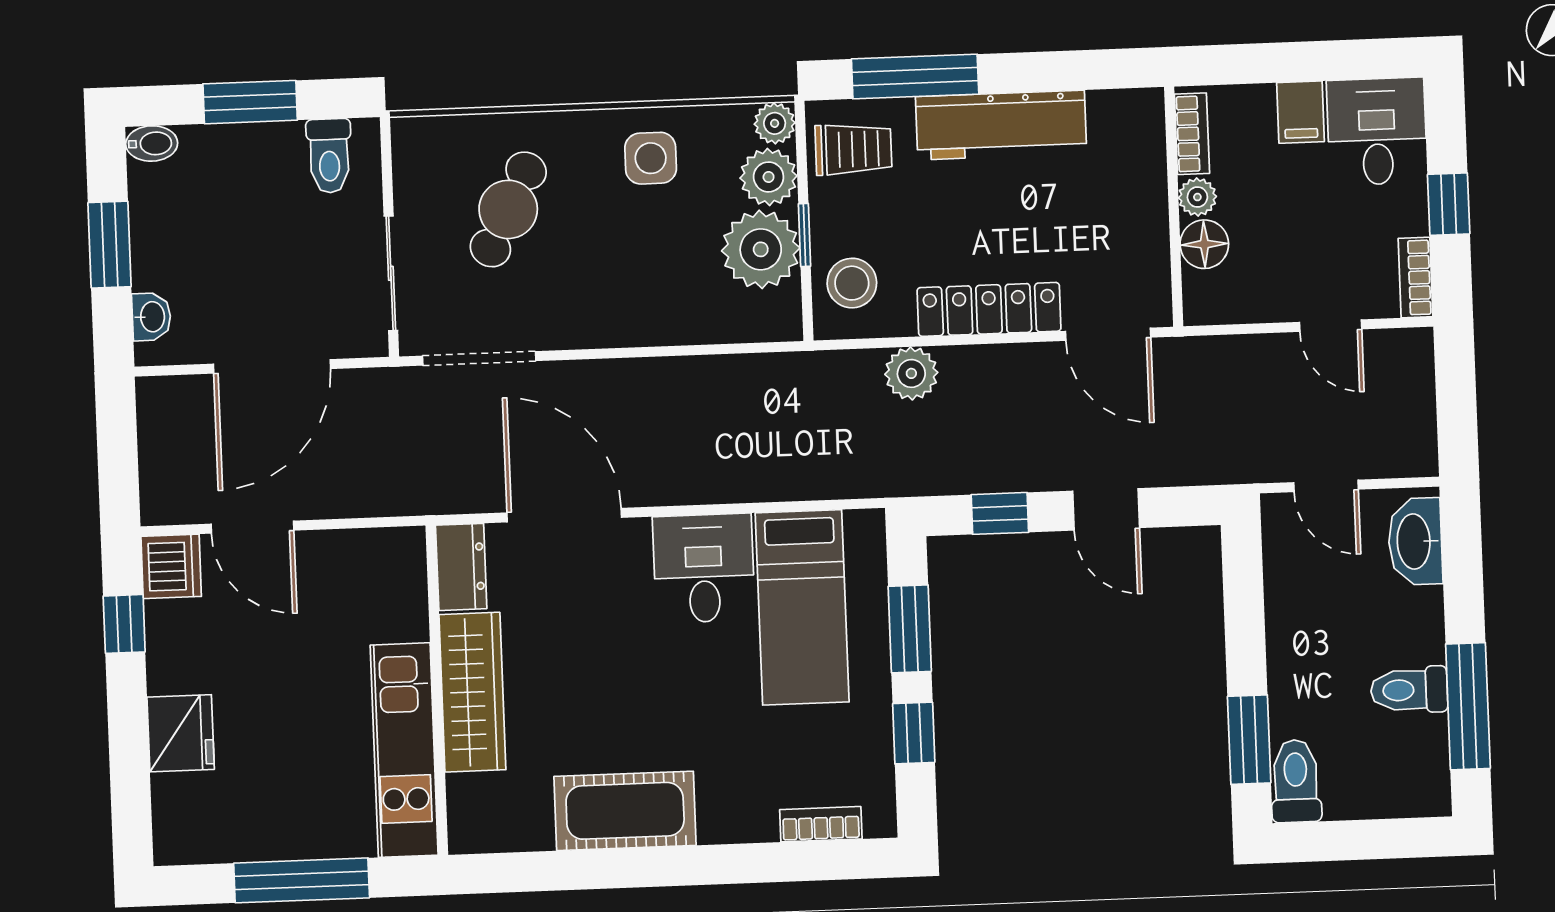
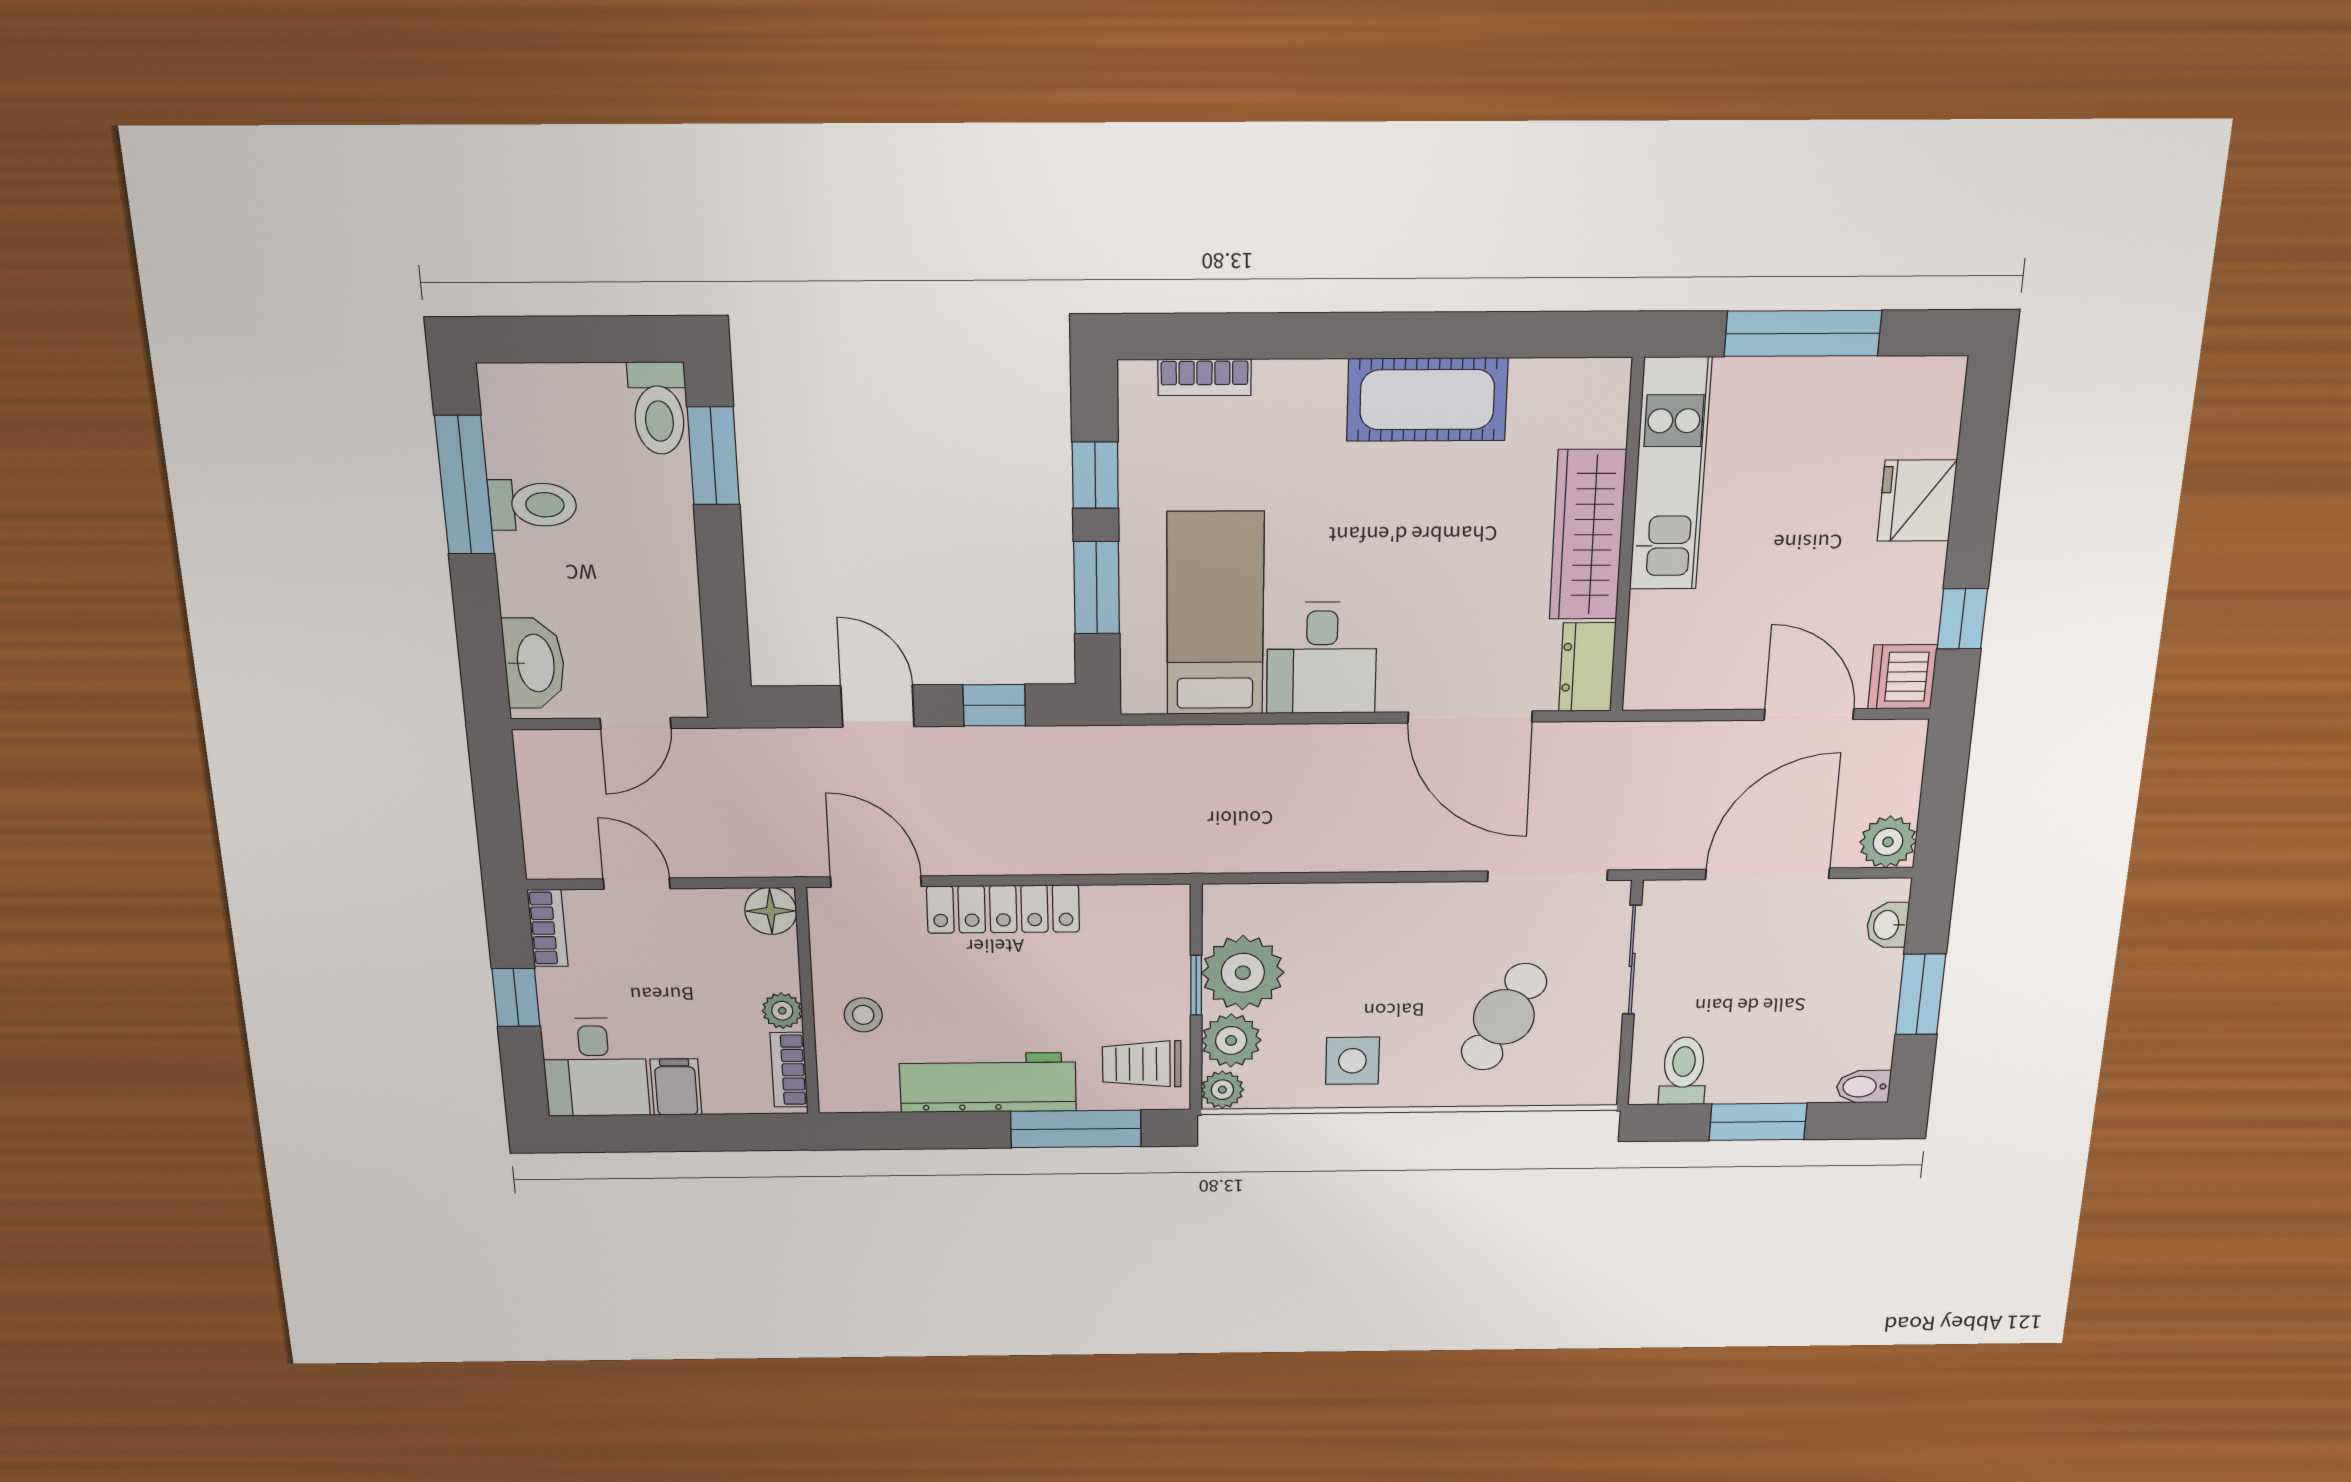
floor lamp: (1204, 244) -> (771, 911), moved
stool: (852, 283) -> (863, 1015), moved, width x0.73, depth x0.73
plant: (911, 373) -> (1888, 842), moved
door: (1326, 486) -> (636, 723), swing flipped

